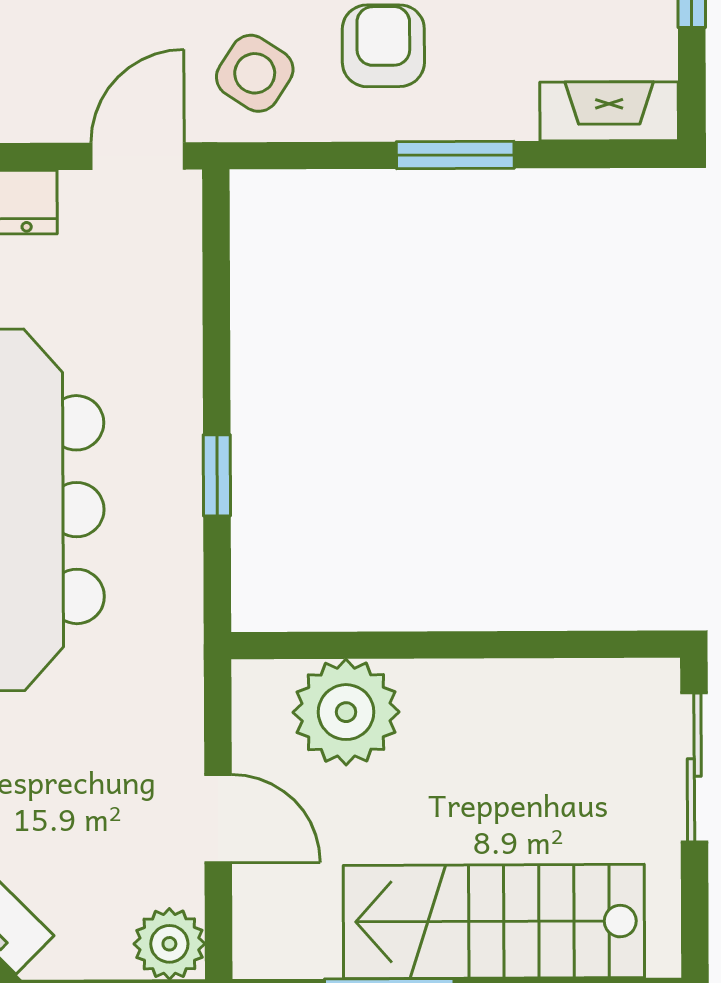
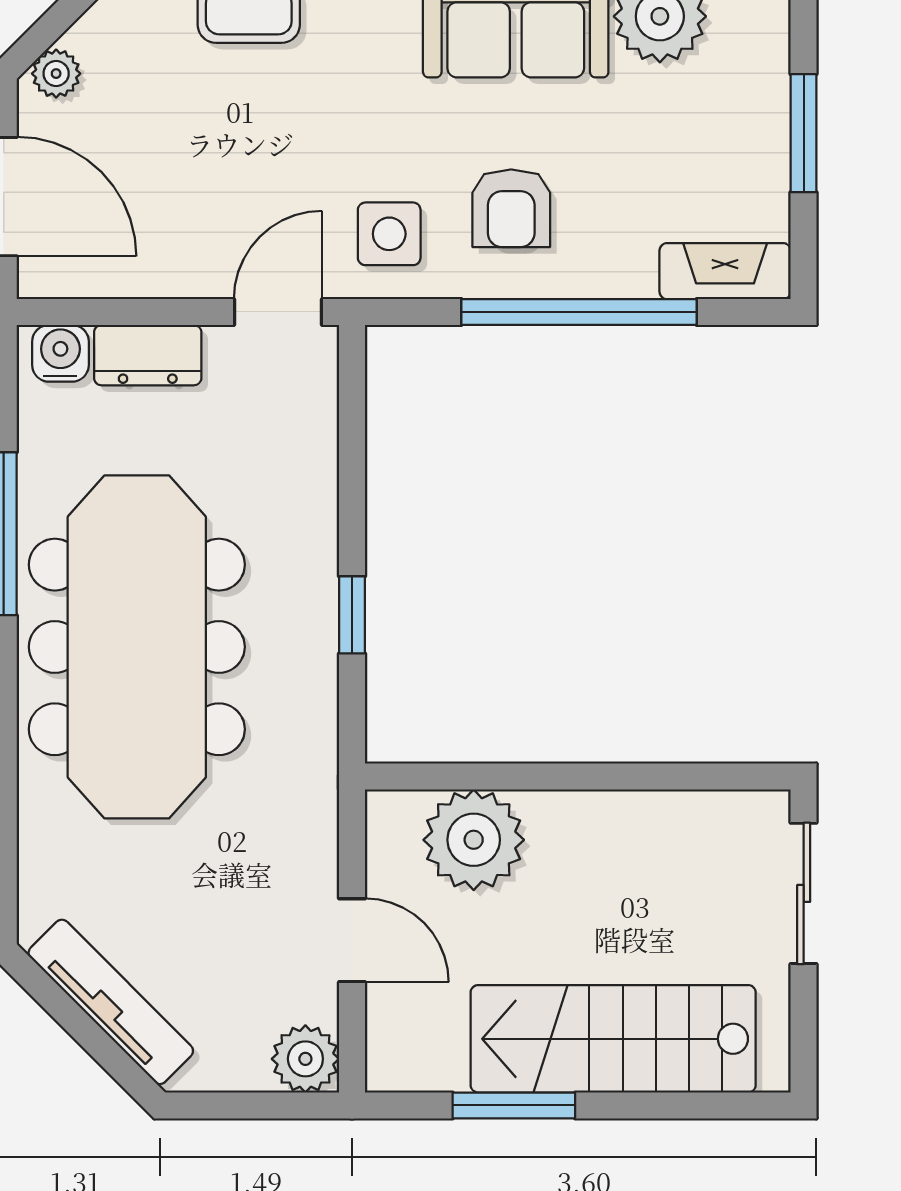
armchair: (383, 46) -> (511, 208), turned 180
side table: (255, 73) -> (389, 234), turned -33
window: (455, 155) -> (579, 312), width x2.11

